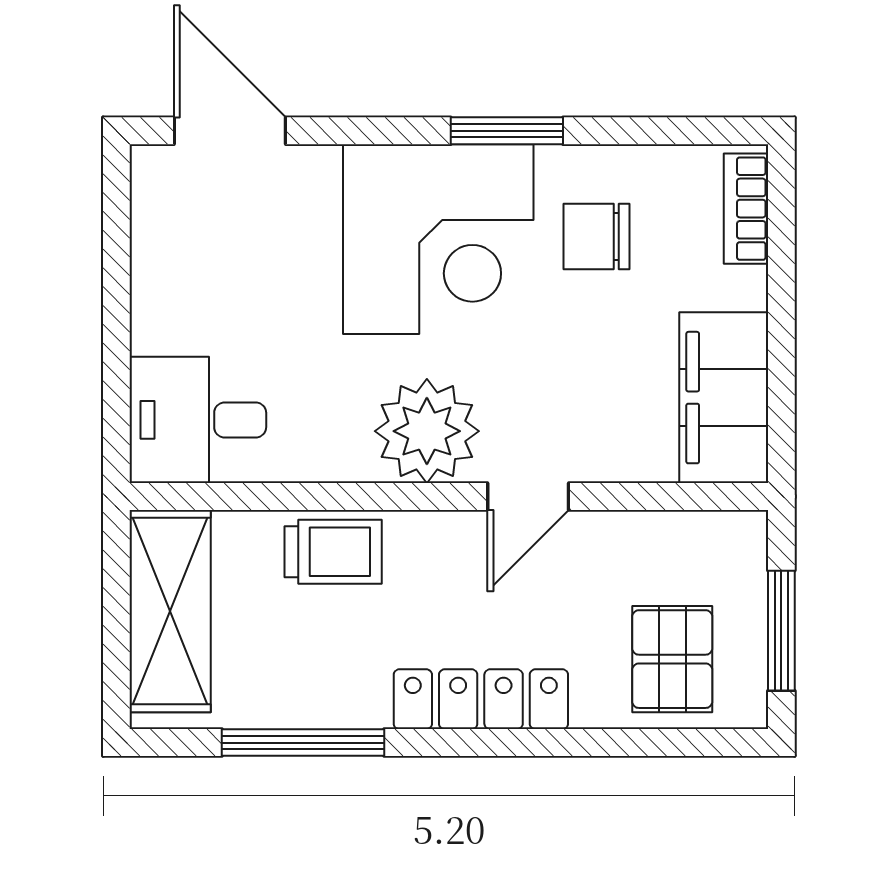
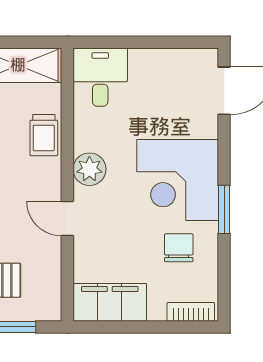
plant: (427, 431) -> (89, 169), width x0.73, depth x0.73

